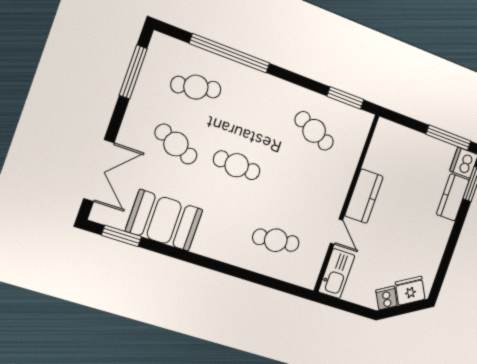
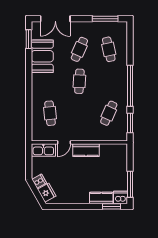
window: (230, 53) -> (130, 86), moved

